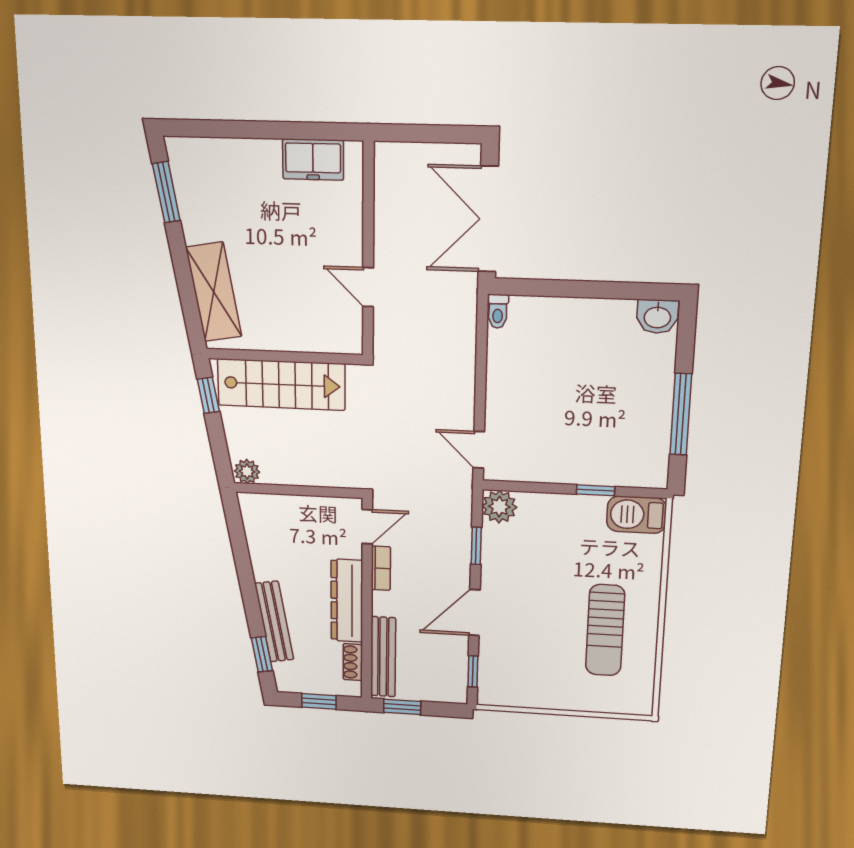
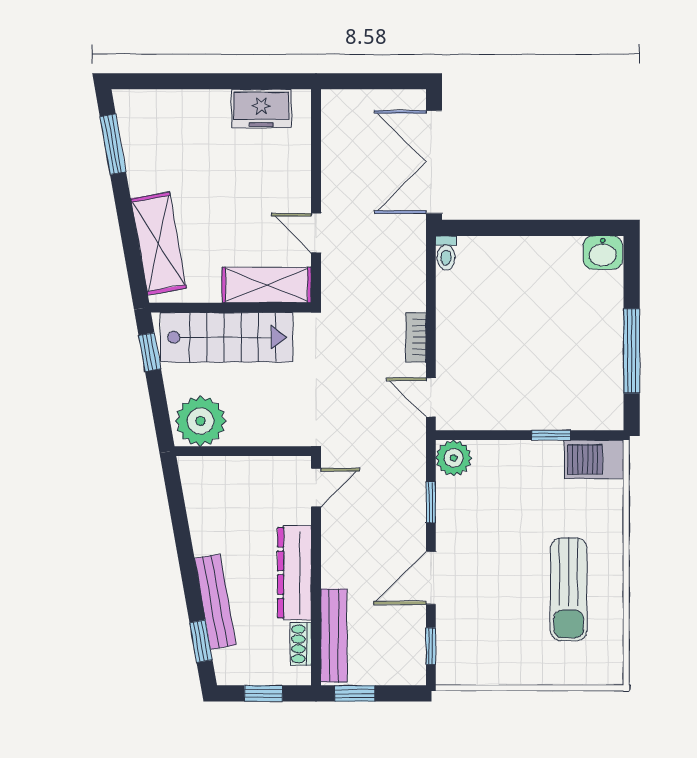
shelving: (320, 336) -> (267, 285), added
plant: (247, 471) -> (201, 421), width x1.88, depth x1.88
bookcase: (381, 568) -> (416, 337), moved, turned 180

